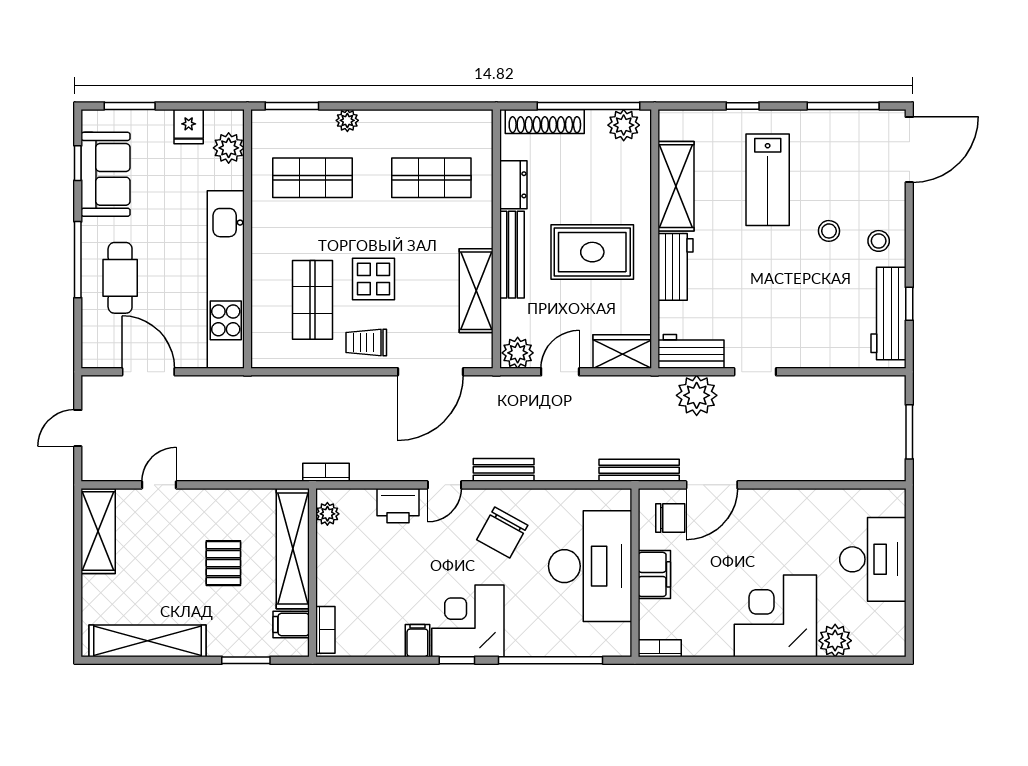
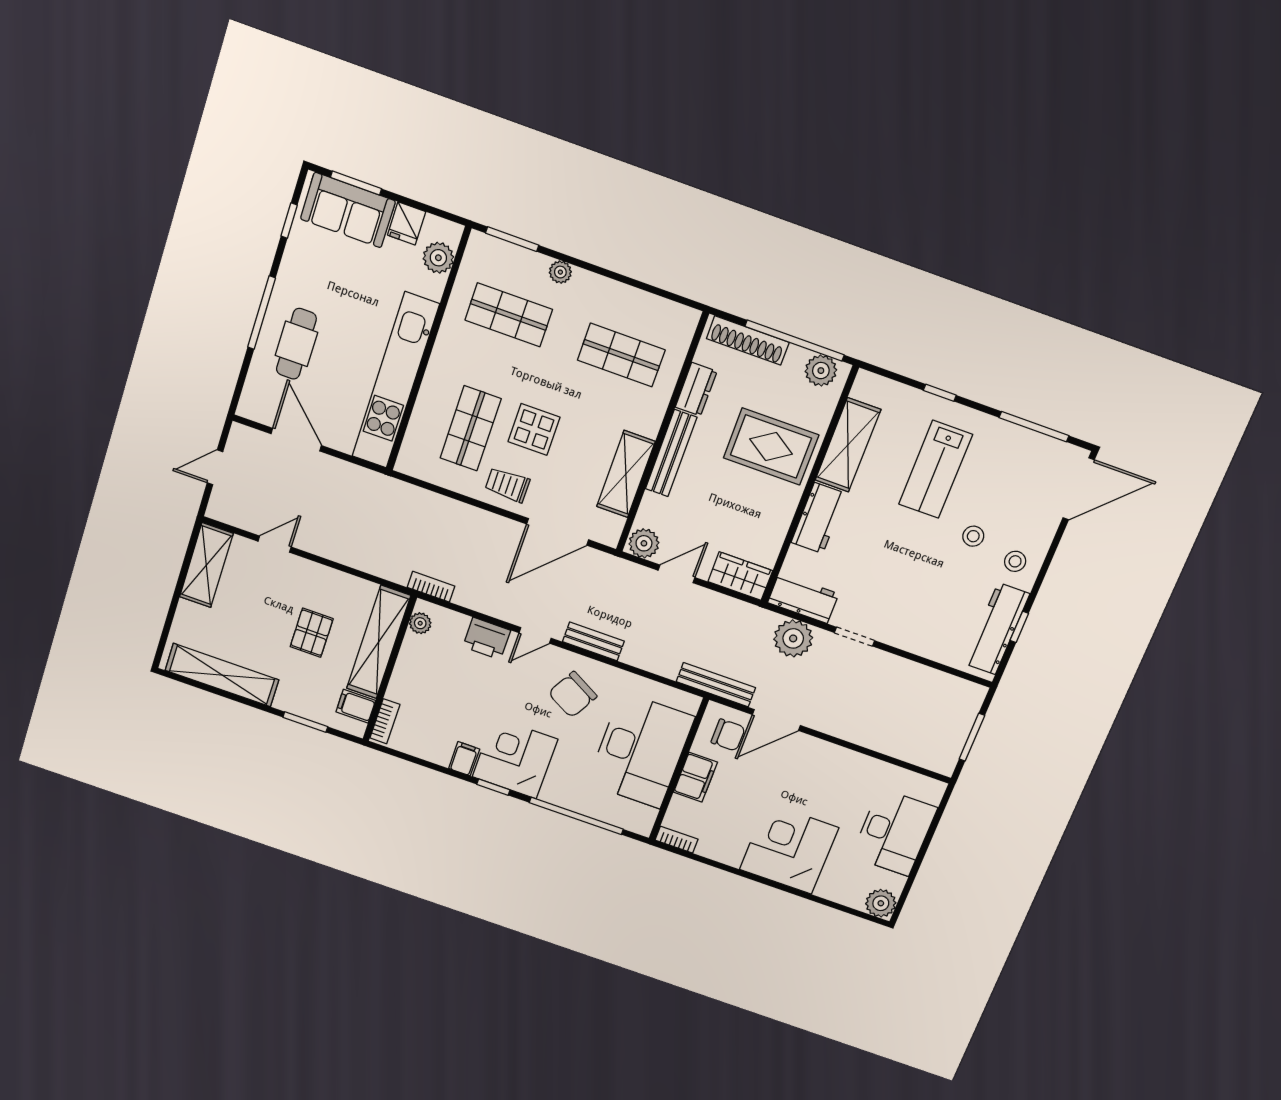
sofa: (106, 174) -> (348, 210), moved, turned 90
rug: (592, 252) -> (771, 446), moved
plant: (835, 641) -> (881, 903), moved

